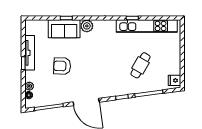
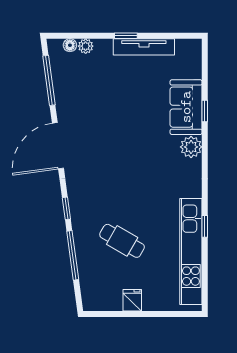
armchair: (62, 66) -> (121, 104), removed
fridge: (174, 80) -> (132, 300), moved

